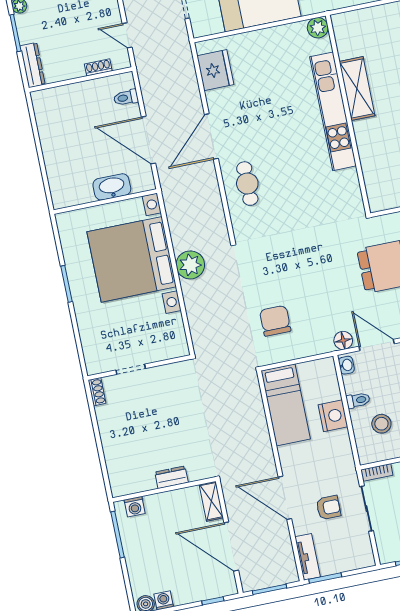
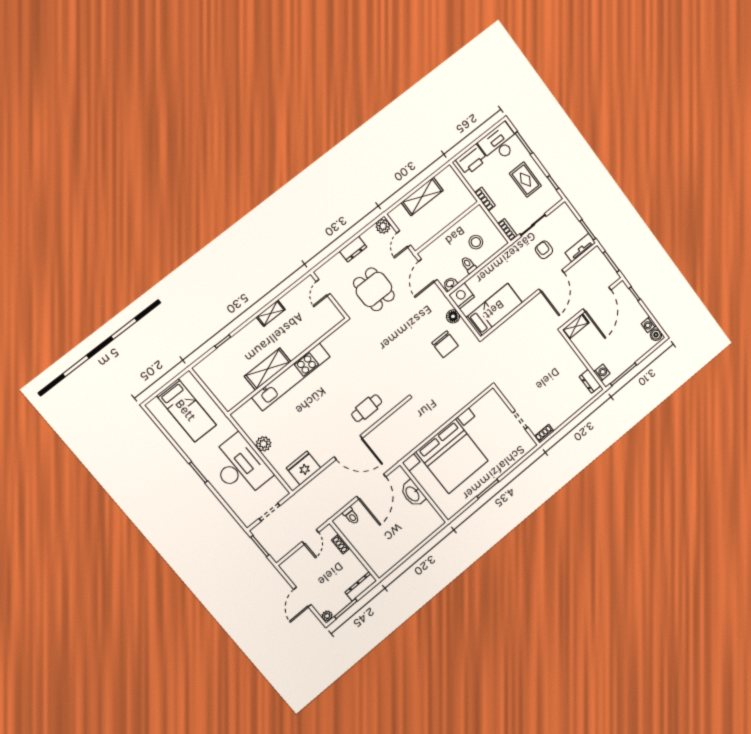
plant: (318, 28) -> (263, 444), moved
plant: (190, 265) -> (437, 417), removed
chair: (275, 321) -> (445, 344), turned -90
floor lamp: (343, 340) -> (453, 316), moved
nightstand: (333, 416) -> (462, 296), moved
dresser: (172, 477) -> (590, 381), moved

